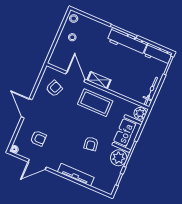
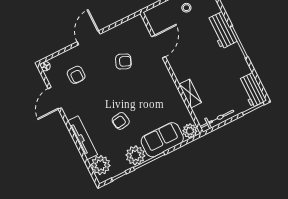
workbench: (127, 42) -> (222, 30), moved, width x0.73
shelving: (99, 80) -> (190, 93), moved
armchair: (54, 88) -> (123, 61), moved
coffee table: (95, 103) -> (157, 86), removed
door: (37, 165) -> (55, 98), hinge flipped
plant: (102, 182) -> (101, 165), added

